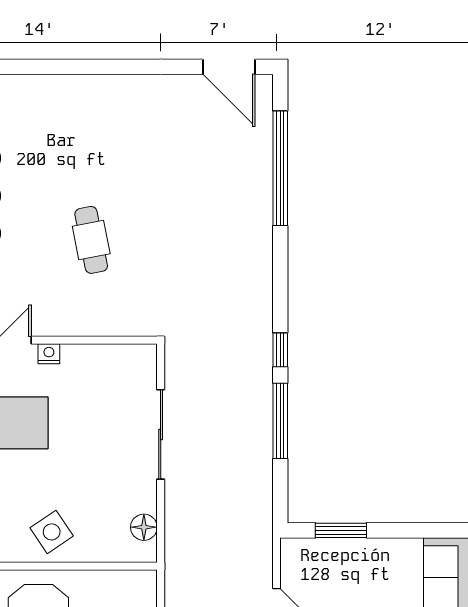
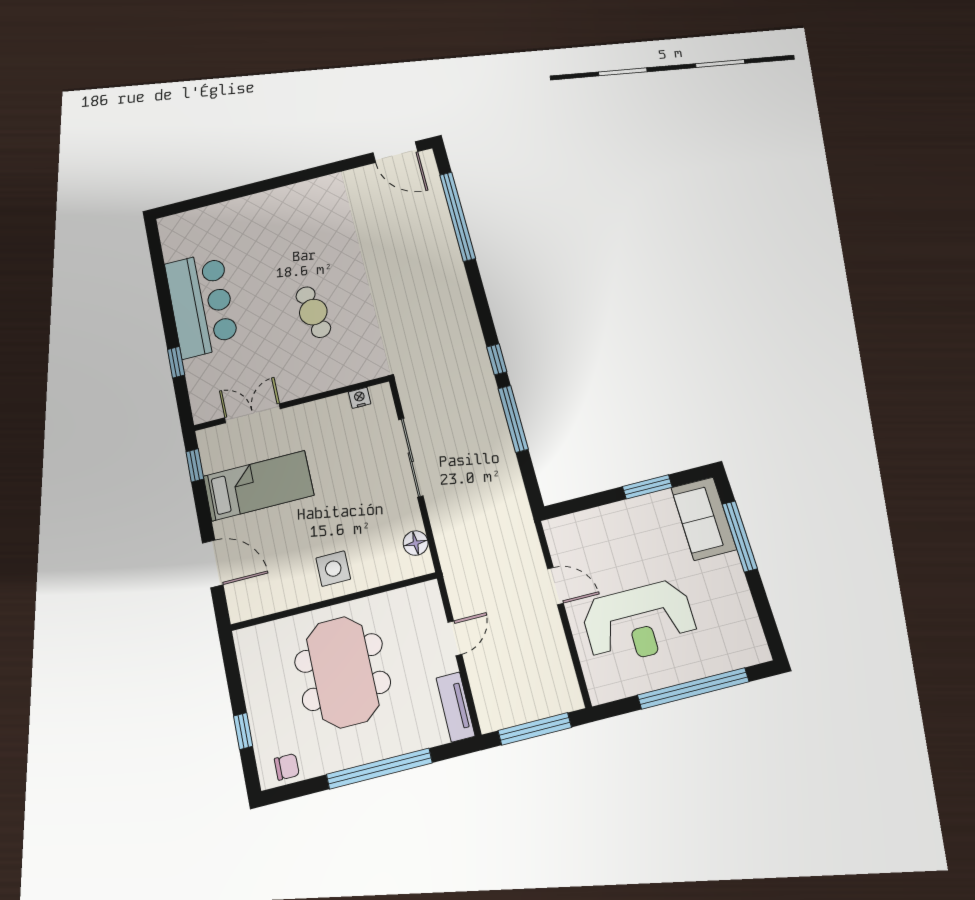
nightstand: (49, 354) -> (360, 398), moved
window: (341, 530) -> (647, 487), moved
side table: (52, 532) -> (333, 569), turned 34

